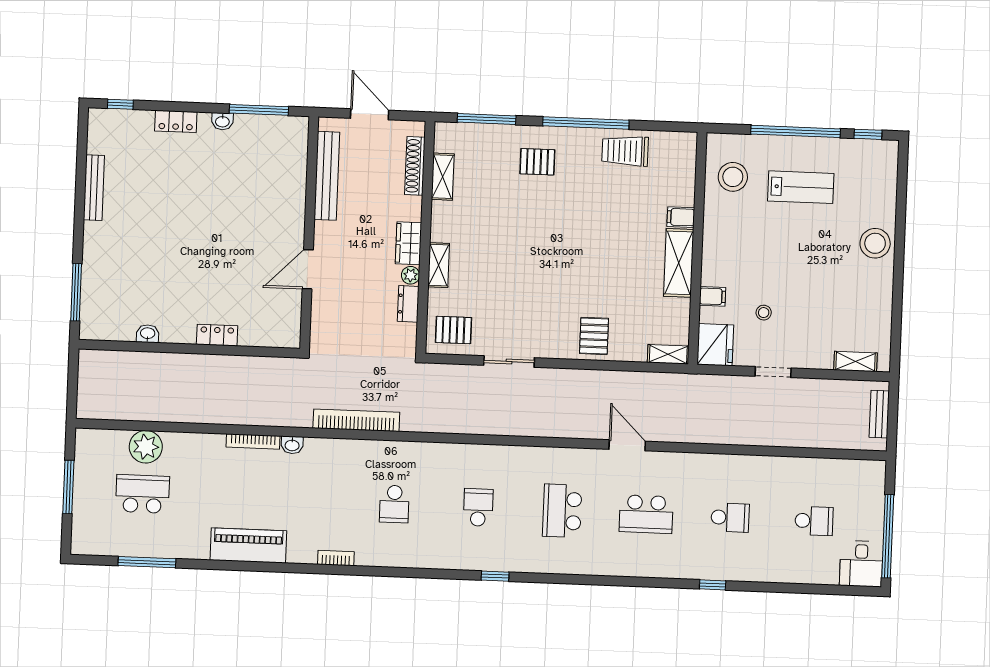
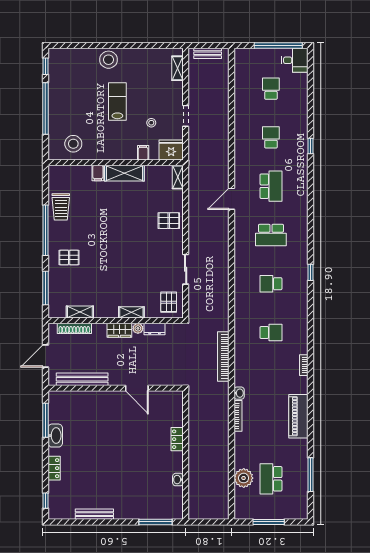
washbasin: (222, 121) -> (55, 436), width x1.91, depth x1.45
pallet: (537, 162) -> (69, 258), turned 90
lab bench: (801, 187) -> (117, 101), moved

